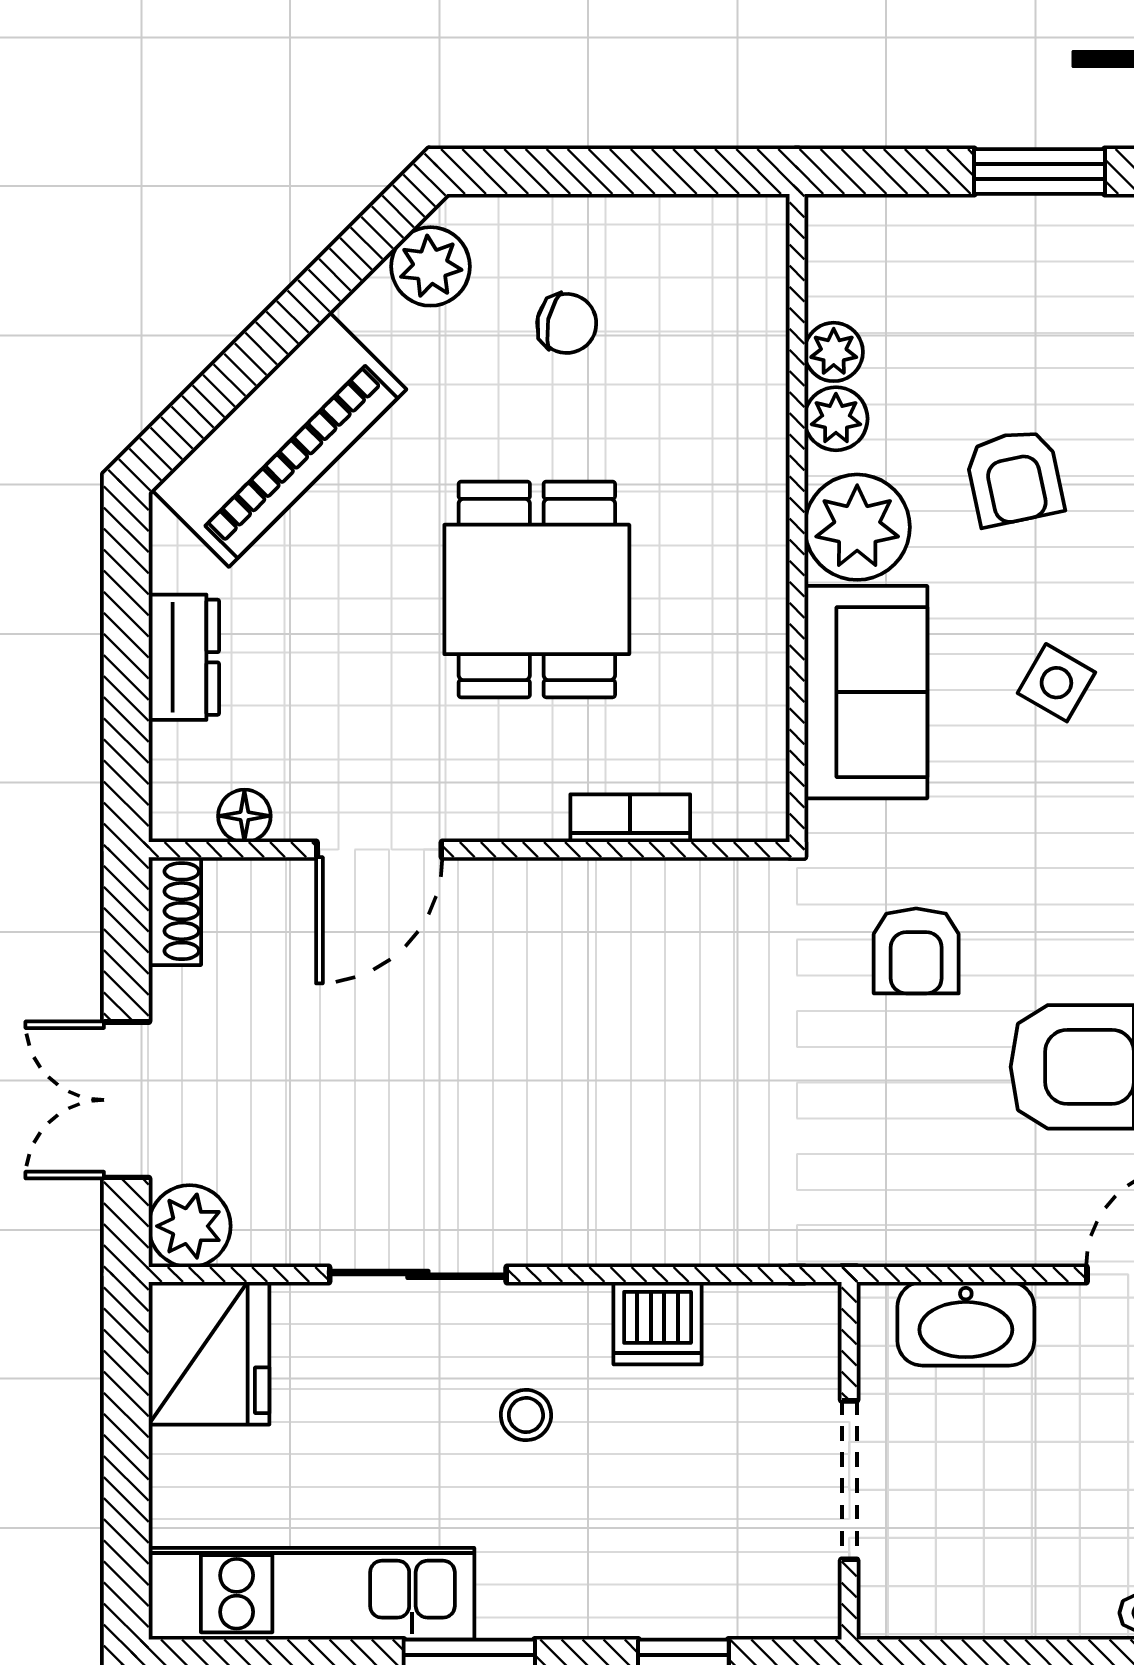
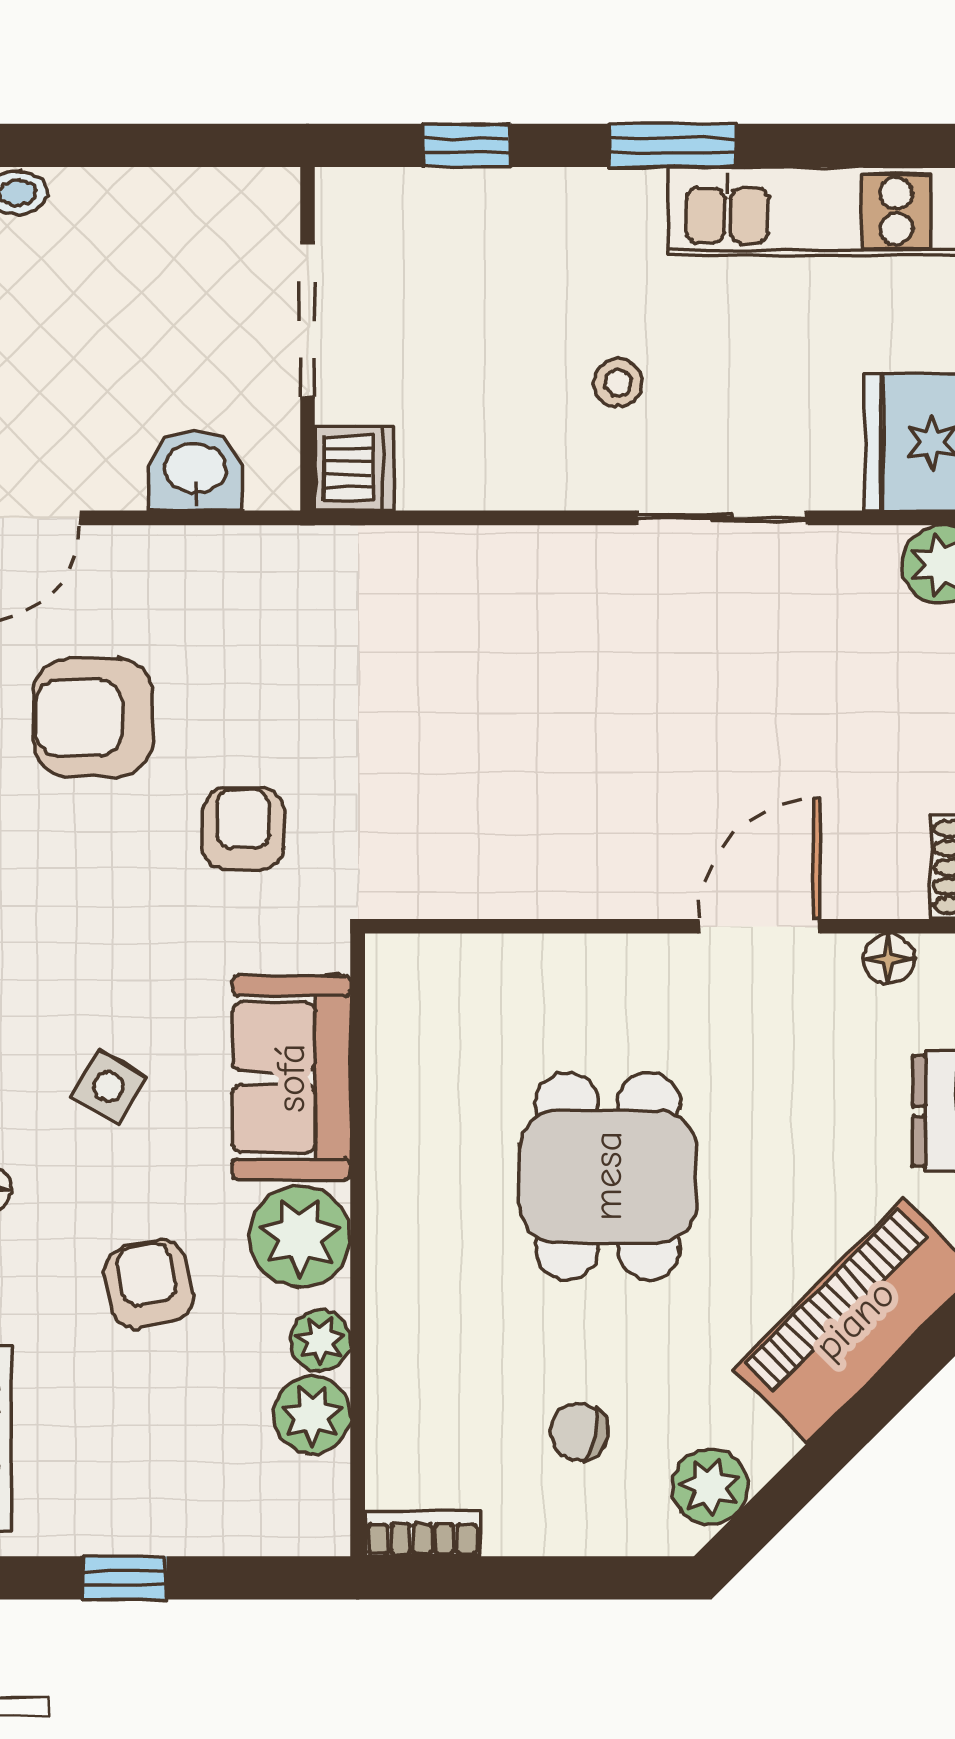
window: (1040, 172) -> (125, 1578), width x0.67
plant: (834, 352) -> (312, 1415), width x1.38, depth x1.38
bookcase: (630, 818) -> (422, 1533), moved, turned 180
dishwasher: (658, 1323) -> (354, 468), moved, turned 90
washbasin: (966, 1324) -> (195, 471), width x0.72

